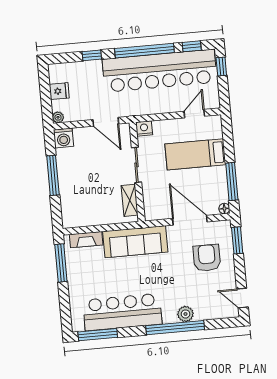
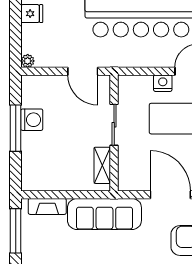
fridge: (59, 91) -> (32, 14), moved
nightstand: (144, 129) -> (163, 83), moved
washing machine: (63, 138) -> (32, 120), moved, turned -90

